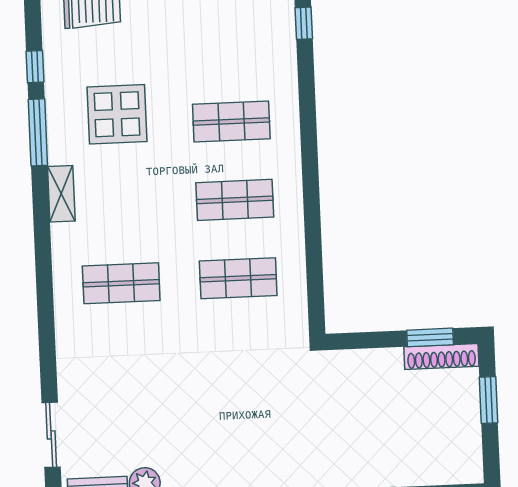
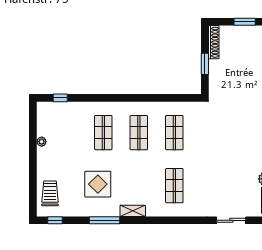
window: (35, 67) -> (55, 220), moved
window: (430, 337) -> (205, 64), moved
window: (489, 400) -> (245, 22), moved
sliding door: (51, 435) -> (231, 220), moved

